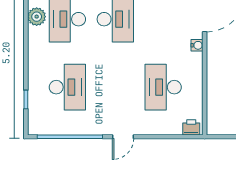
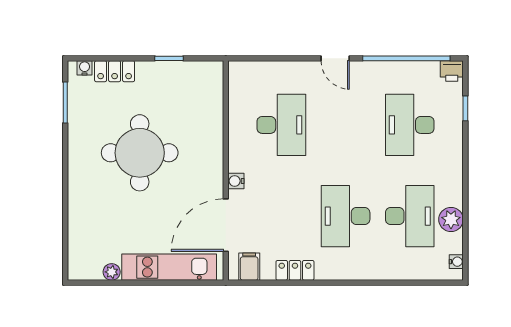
printer: (191, 127) -> (452, 71), moved
door: (123, 137) -> (335, 58), swing flipped

